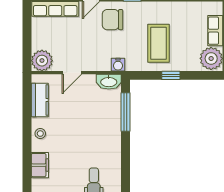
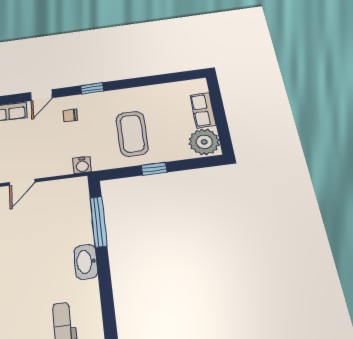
chair: (112, 20) -> (70, 115), width x0.54, depth x0.54
washbasin: (109, 82) -> (86, 262), moved, turned 90

